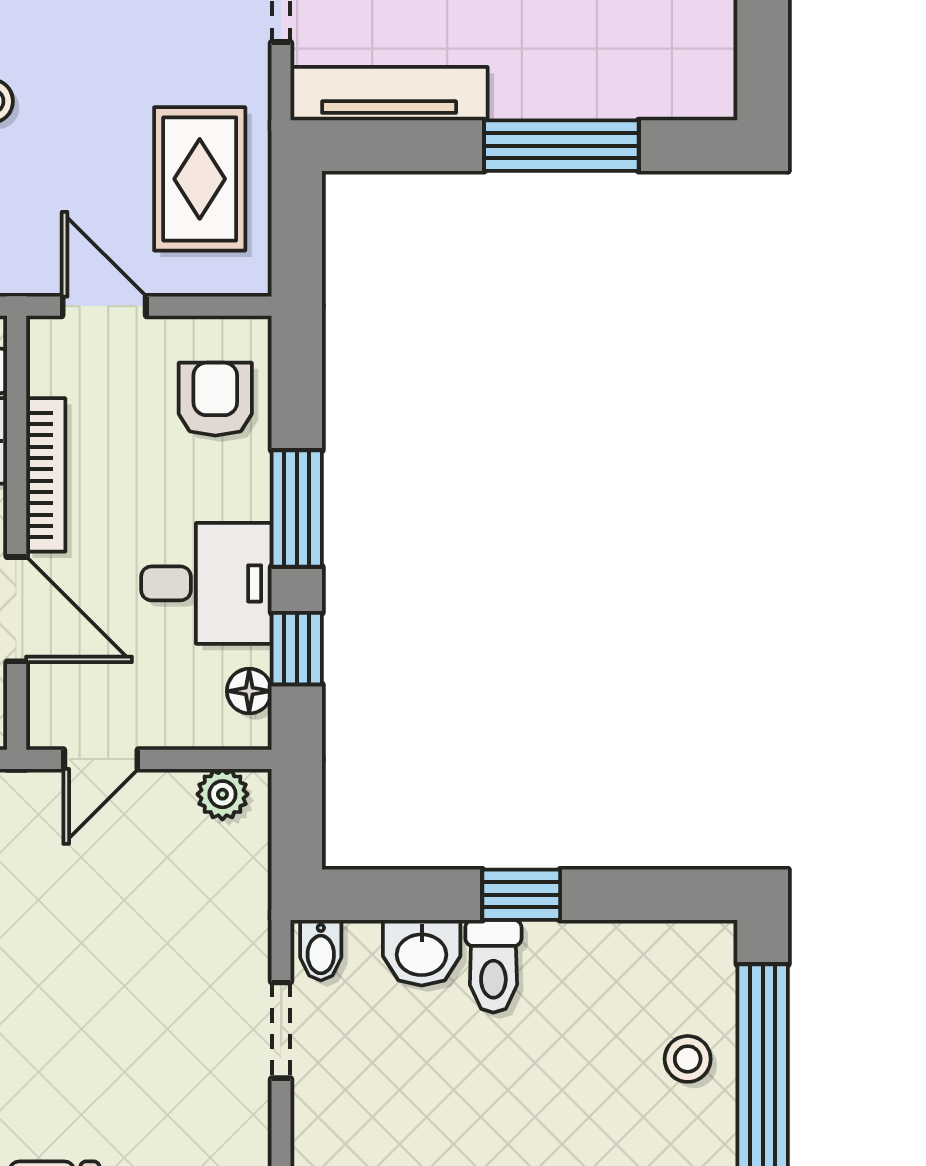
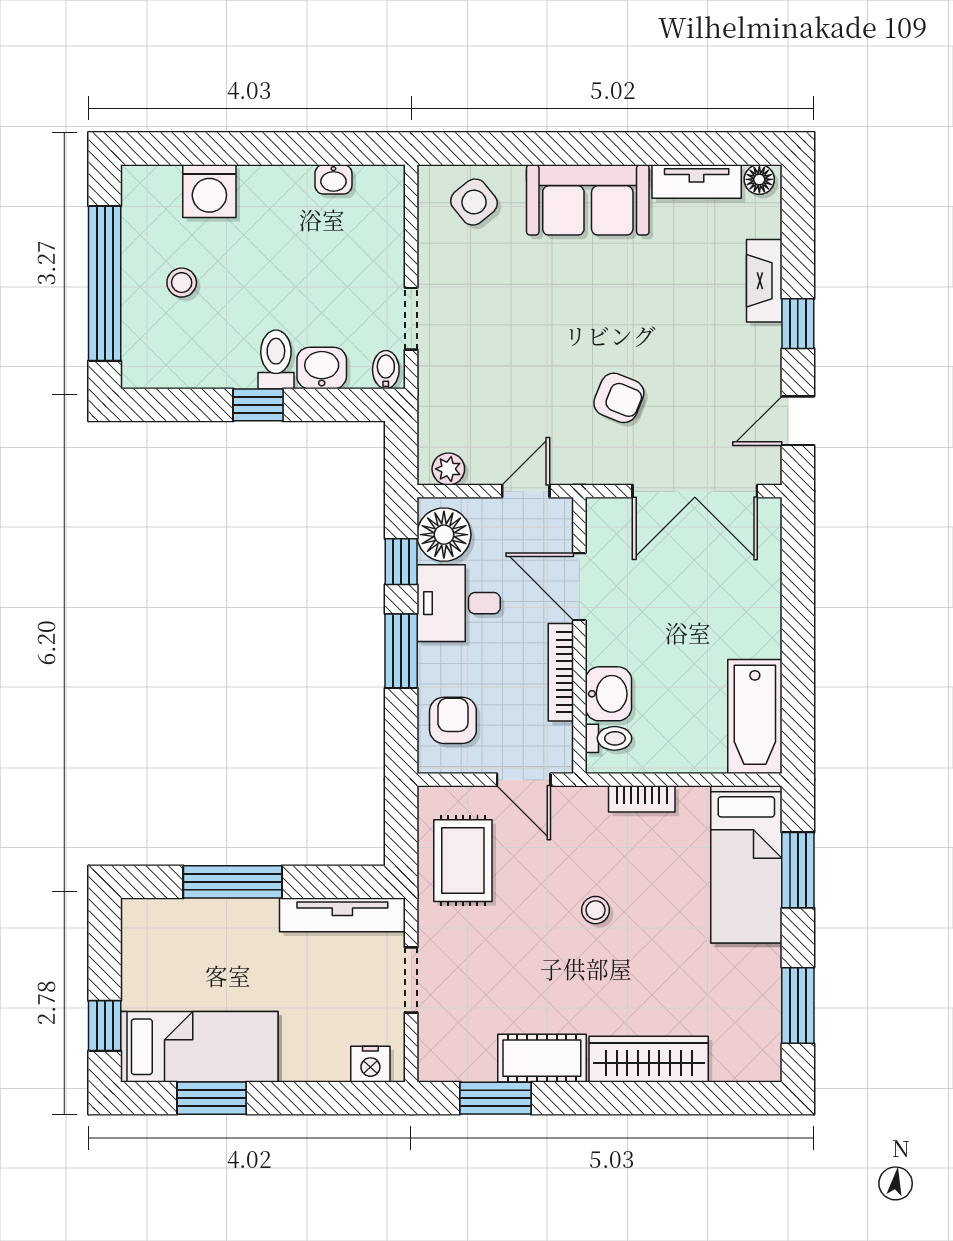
armchair: (215, 399) -> (453, 720), turned 180
floor lamp: (249, 691) -> (444, 535), width x1.89, depth x1.89
stool: (688, 1059) -> (182, 283), moved

